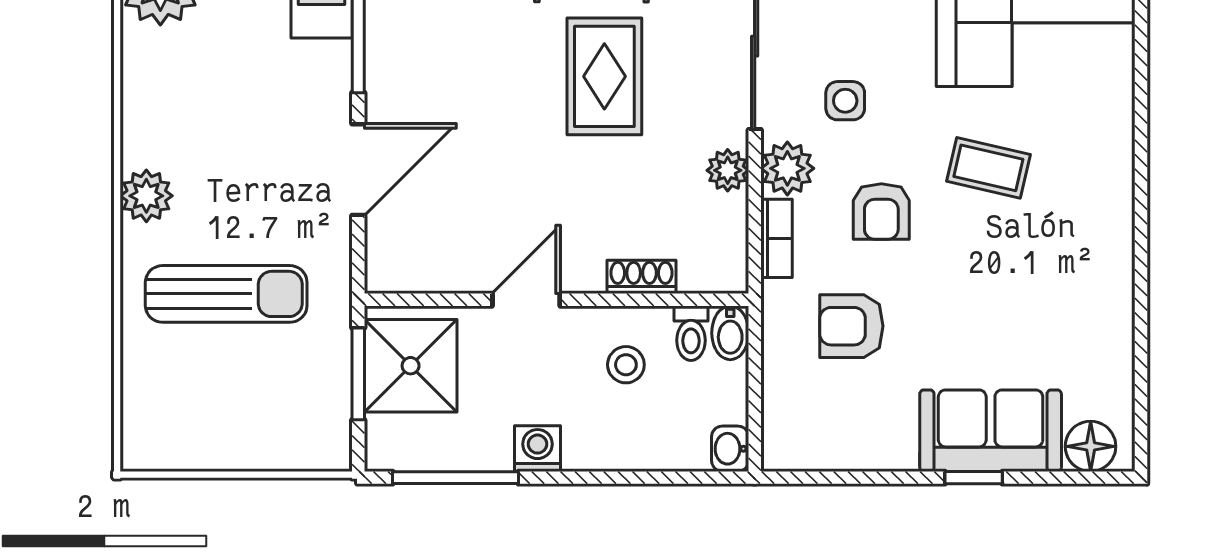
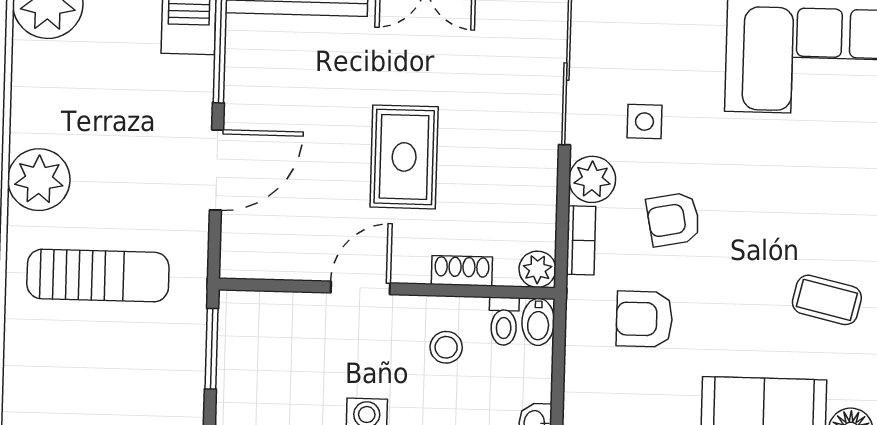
rug: (604, 76) -> (404, 157), moved
coffee table: (988, 168) -> (827, 300), moved
plant: (728, 170) -> (537, 269), moved
plant: (146, 196) -> (39, 180), width x1.36, depth x1.36
armchair: (881, 211) -> (673, 219), turned 79
shower: (411, 366) -> (258, 343), removed

